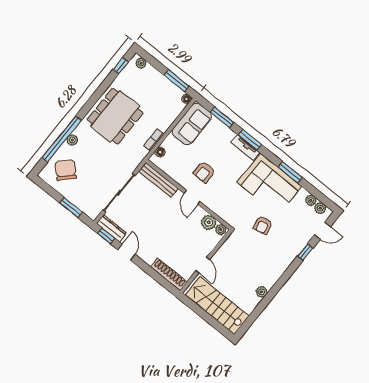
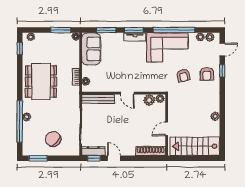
chair: (66, 170) -> (53, 139), moved
armchair: (204, 172) -> (207, 74), moved
window: (290, 172) -> (174, 30), width x2.11
window: (71, 208) -> (38, 158), moved
door: (203, 265) -> (167, 129), swing flipped

